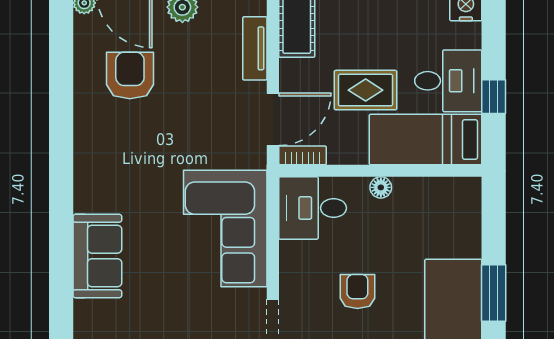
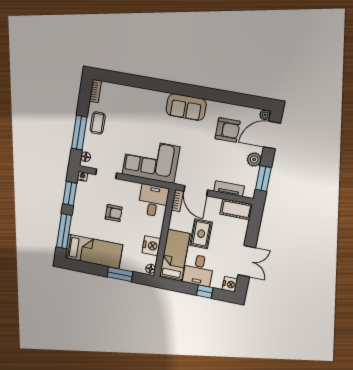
window: (494, 97) -> (205, 292), moved
floor lamp: (381, 187) -> (151, 269), moved
nightstand: (414, 195) -> (151, 246), added
sofa: (97, 256) -> (186, 107), moved
window: (494, 293) -> (120, 274), moved

